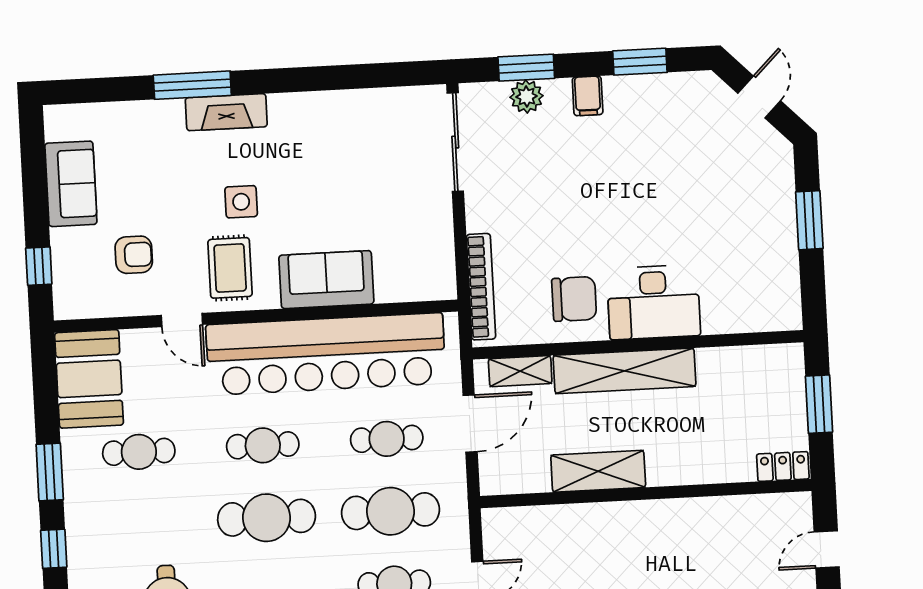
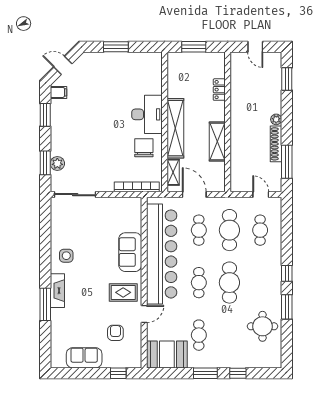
filing cabinet: (588, 96) -> (58, 92), moved
side table: (241, 202) -> (66, 256), moved
locker: (783, 466) -> (219, 90), moved

